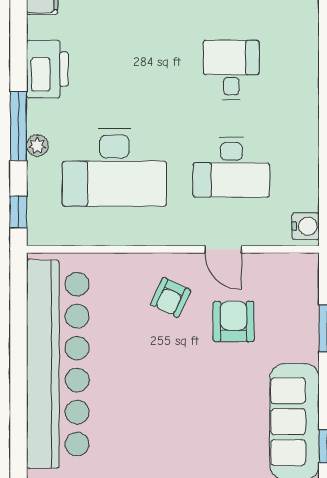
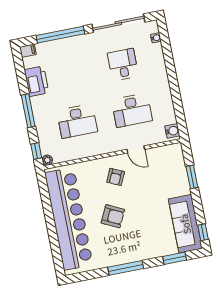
water cooler: (310, 29) -> (156, 38), added
plant: (37, 146) -> (47, 160), moved
desk: (114, 167) -> (77, 121), width x0.73, depth x0.77
armchair: (234, 321) -> (113, 216), moved, turned 116

